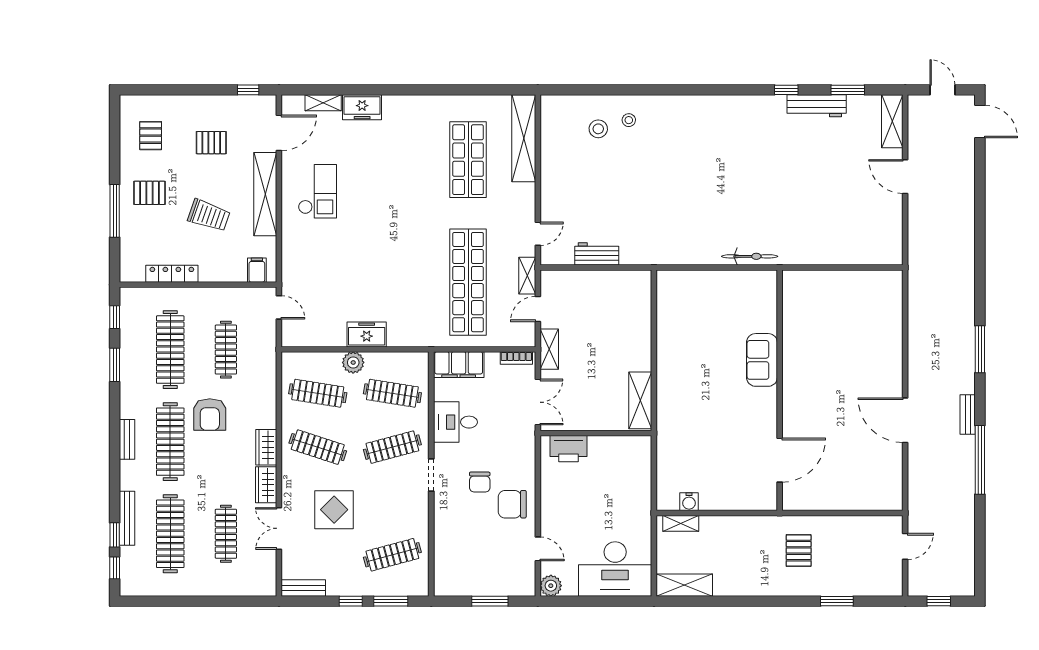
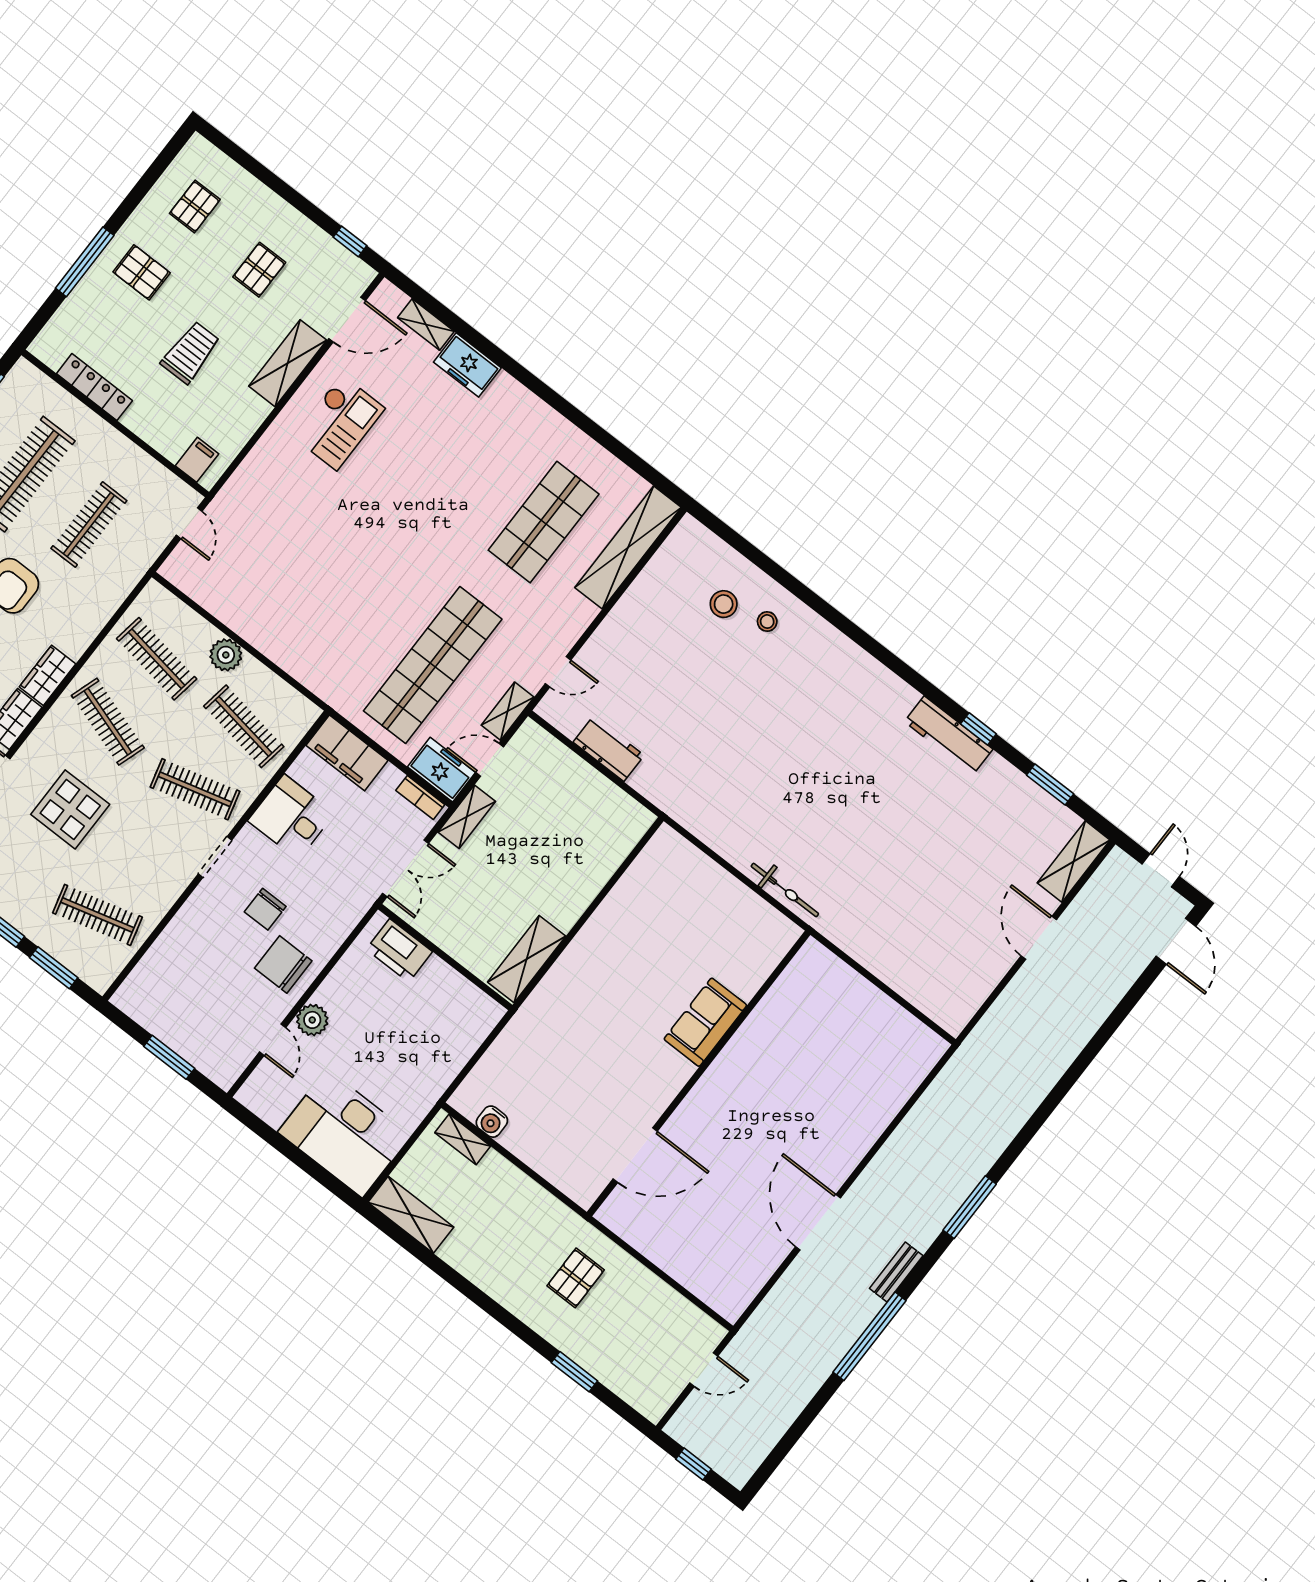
workbench: (817, 106) -> (949, 735), moved
pallet: (211, 143) -> (259, 270), turned 90
shelving: (265, 194) -> (288, 363), width x0.68
trolley: (209, 215) -> (191, 352), turned -109
freezer: (367, 334) -> (441, 770), moved
plant: (551, 586) -> (312, 1020), moved

